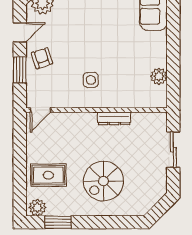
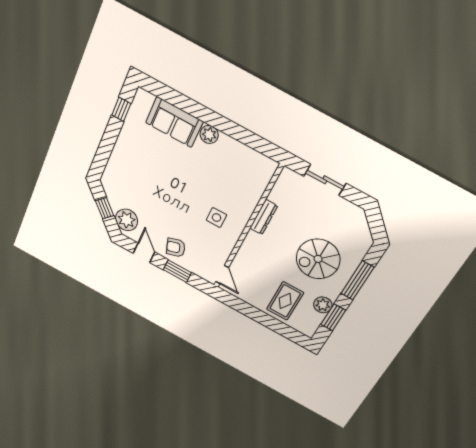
plant: (159, 76) -> (209, 135), moved
spiral stairs: (103, 181) -> (318, 259), turned 90
plant: (37, 208) -> (323, 305), moved
window: (104, 222) -> (357, 280), added

